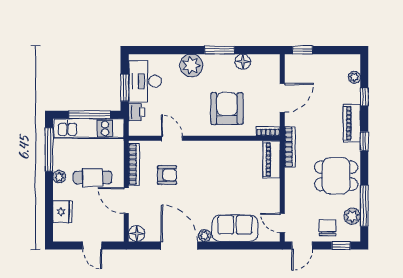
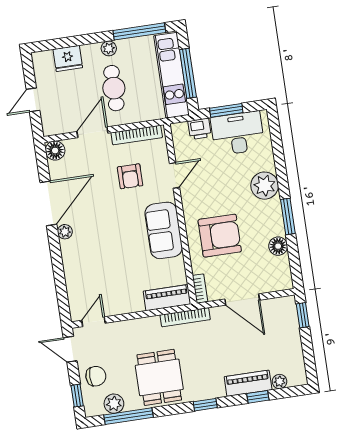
piano: (352, 123) -> (248, 383), moved
sofa: (235, 228) -> (164, 230), moved, turned 180

